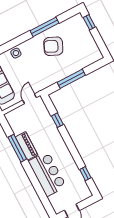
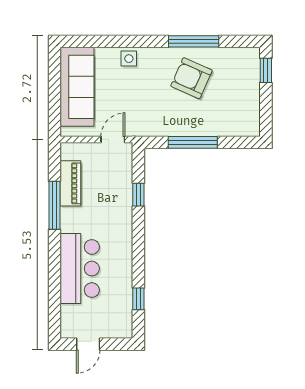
piano: (26, 146) -> (70, 183), moved

